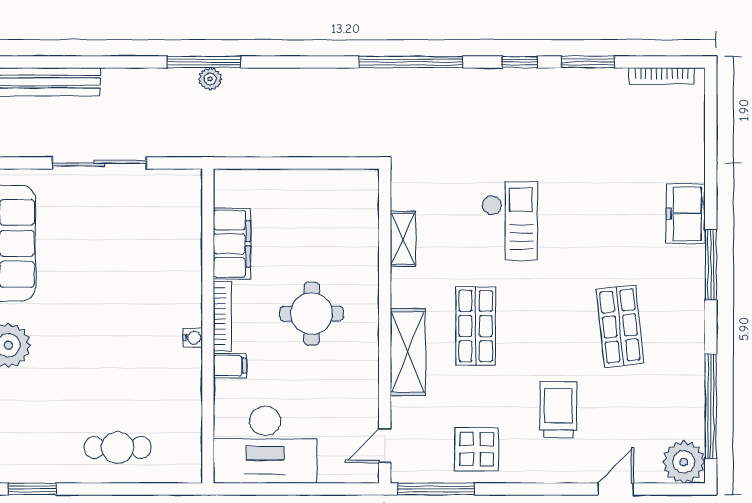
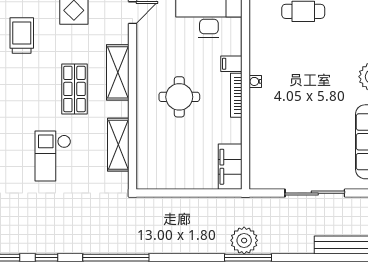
plant: (210, 79) -> (244, 240), width x1.88, depth x1.88
shelving: (403, 239) -> (118, 145), width x1.50, depth x1.33
filing cabinet: (232, 244) -> (230, 167), moved
trolley: (558, 410) -> (22, 36), turned 180

